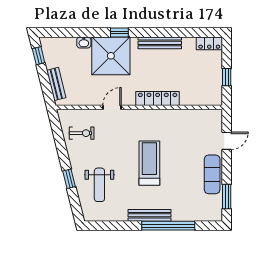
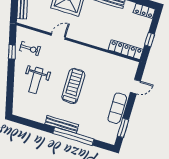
locker: (158, 98) -> (126, 50), moved
window: (69, 179) -> (12, 52), moved
weight bench: (99, 185) -> (36, 80), moved

